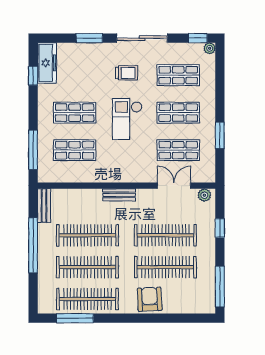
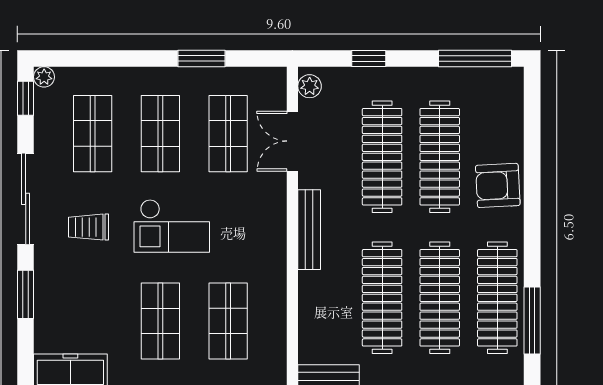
trolley: (127, 73) -> (88, 227), turned -90
bench: (119, 195) -> (309, 230), width x1.36

